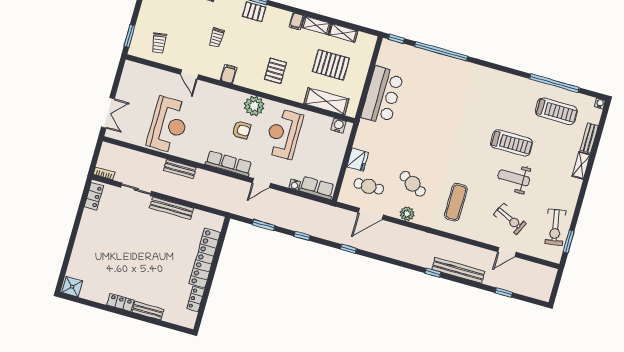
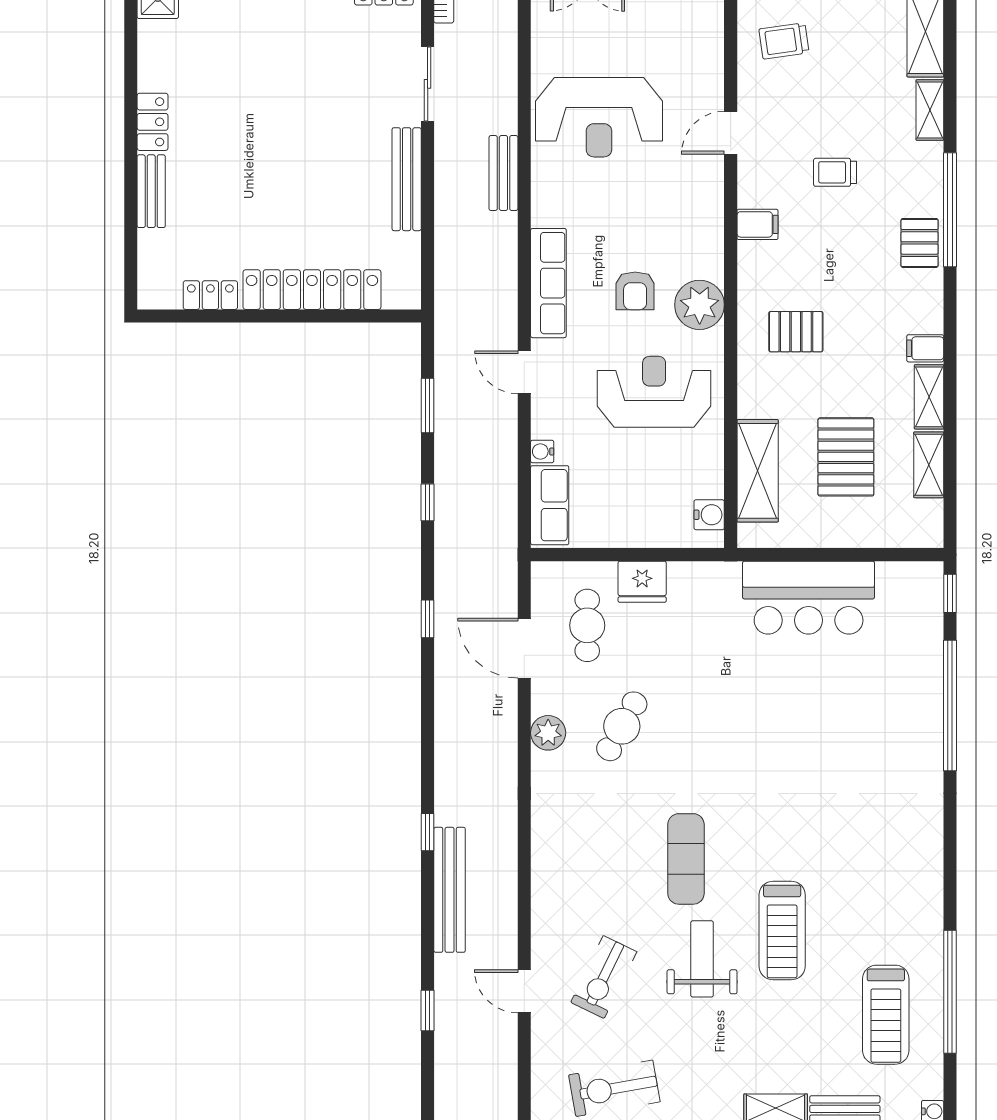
exercise mat: (456, 202) -> (686, 859), moved, turned 90

